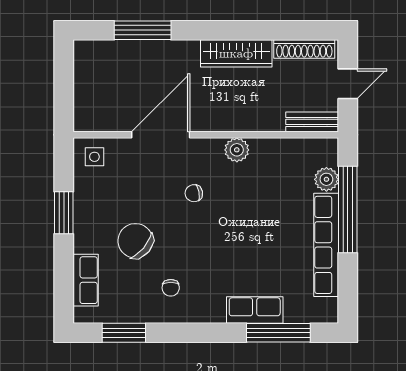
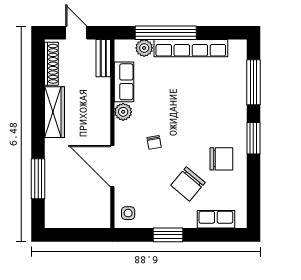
chair: (171, 288) -> (221, 159), width x1.87, depth x1.87
row of seats: (255, 310) -> (124, 82), moved, turned 180
window: (124, 333) -> (253, 138), moved

